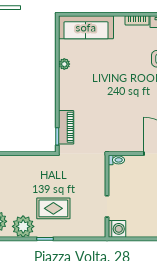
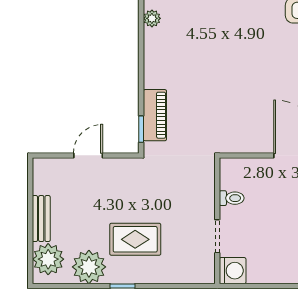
door: (23, 154) -> (88, 155), added
toilet: (116, 160) -> (232, 198), moved

